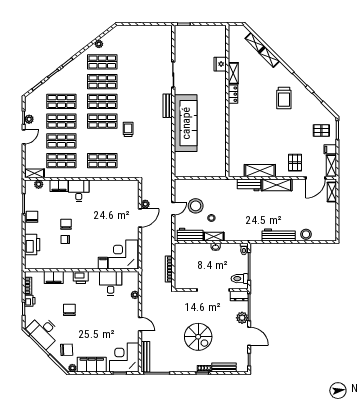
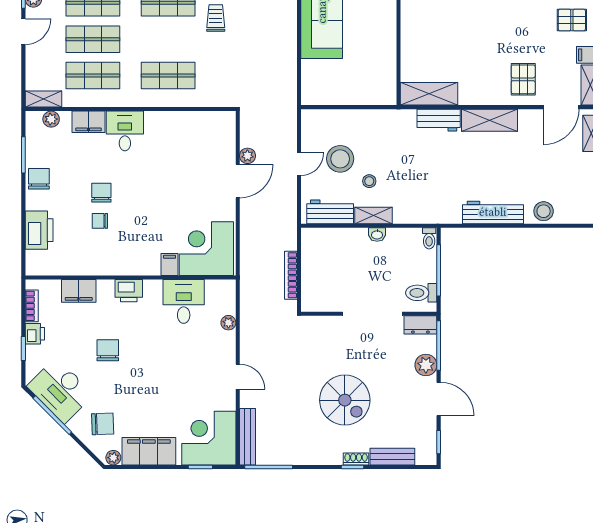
shelving: (260, 171) -> (429, 94), moved

